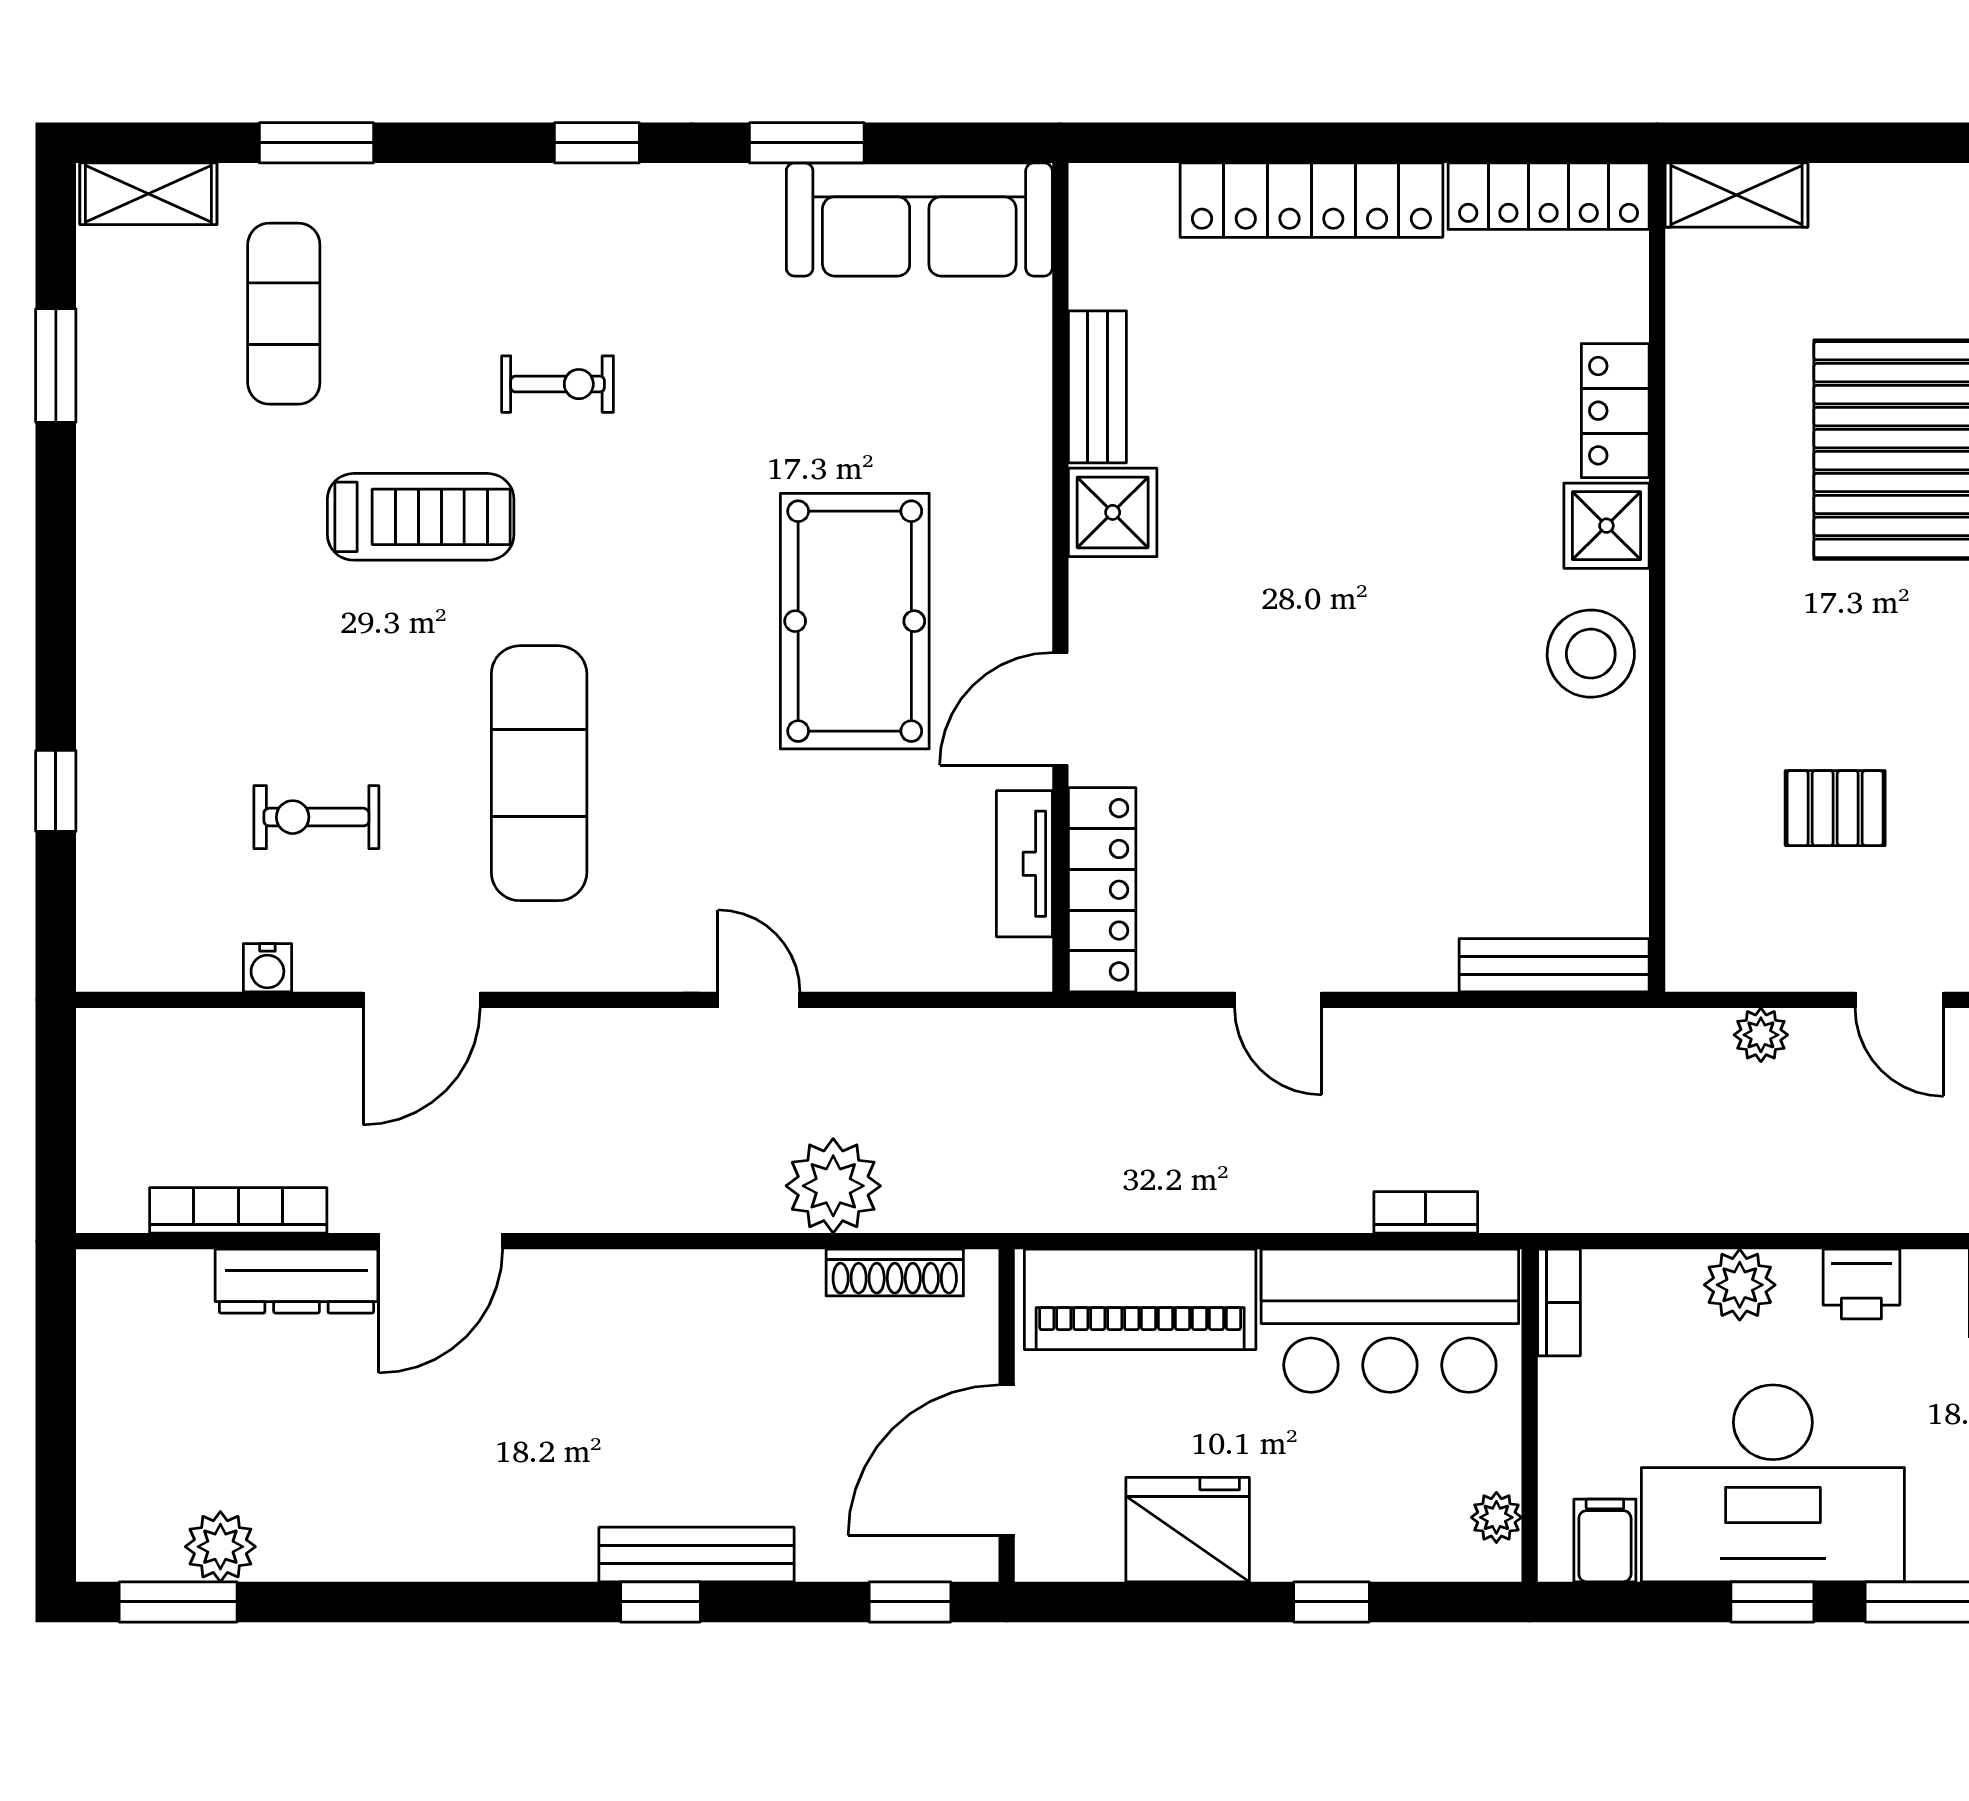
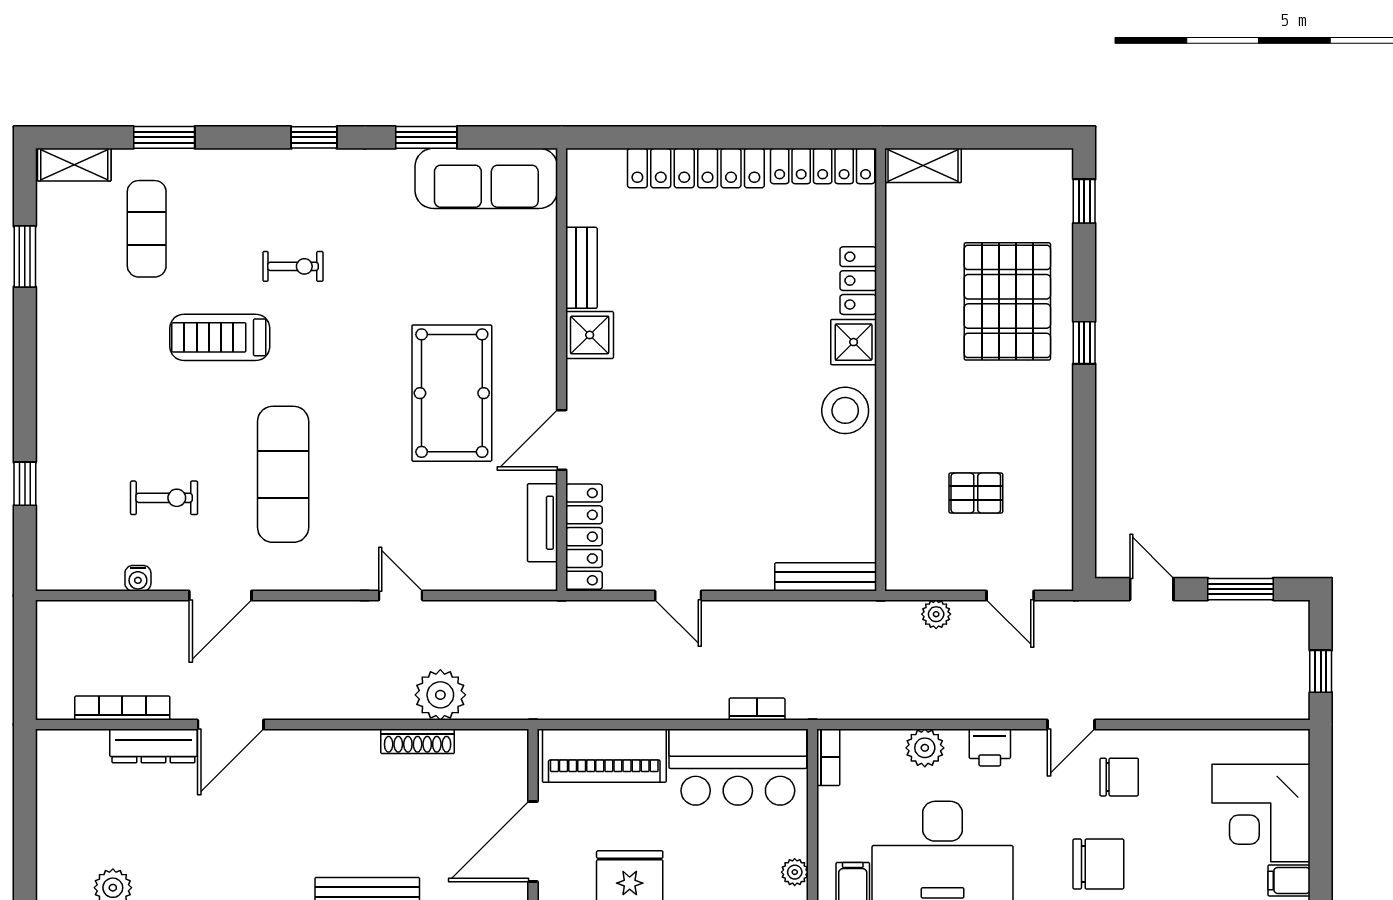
treadmill: (421, 517) -> (220, 337), turned 180
exercise bike: (316, 817) -> (164, 498), turned 180
shoe rack: (895, 1273) -> (418, 741), moved

